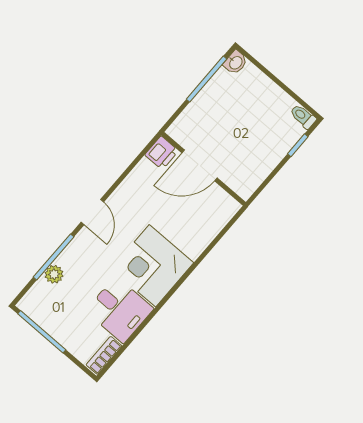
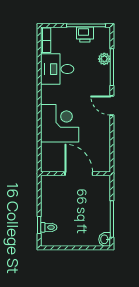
toilet: (303, 116) -> (49, 227), moved
printer: (162, 153) -> (85, 35), moved, turned -90
door: (200, 165) -> (79, 174), hinge flipped
corner desk: (152, 266) -> (60, 123), moved

